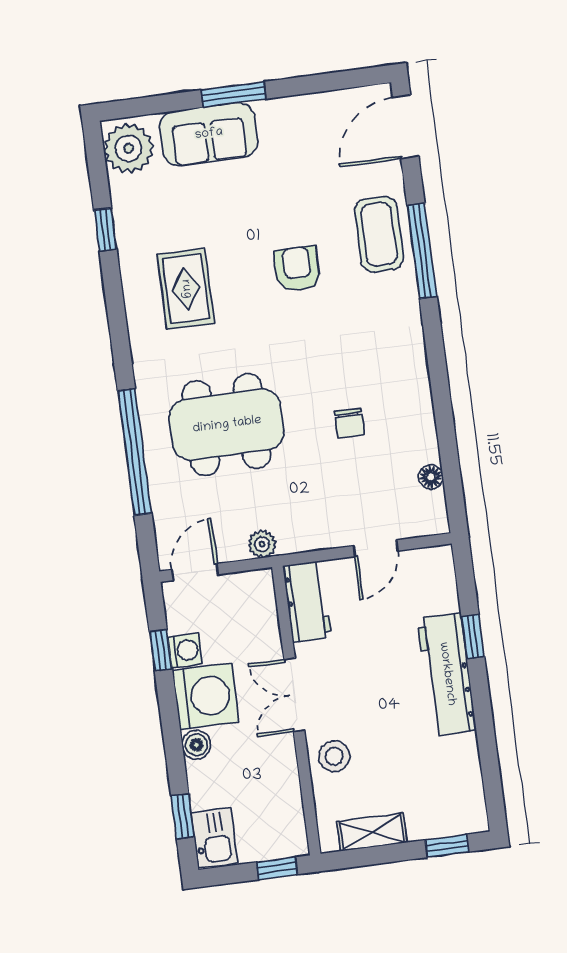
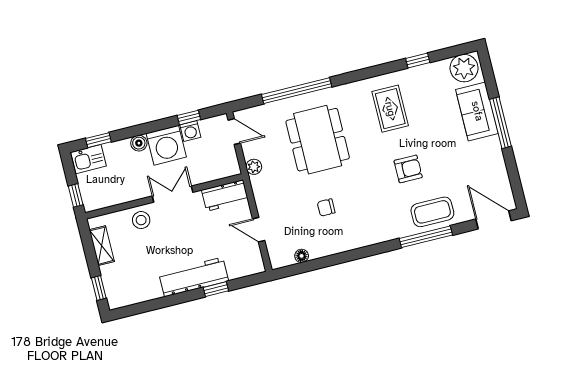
window: (234, 94) -> (500, 123), width x1.44
rug: (186, 289) -> (390, 109), turned 90

